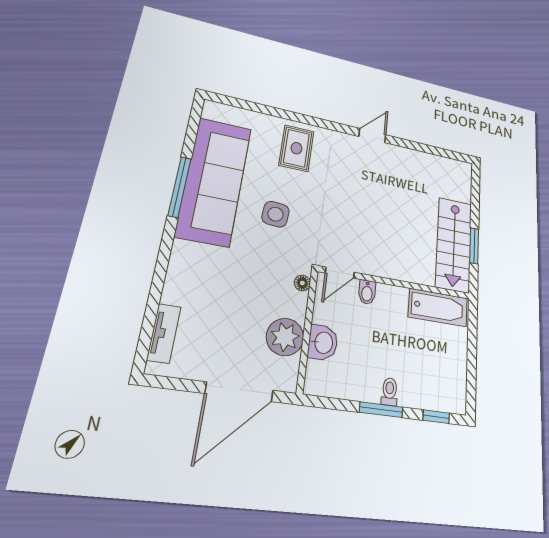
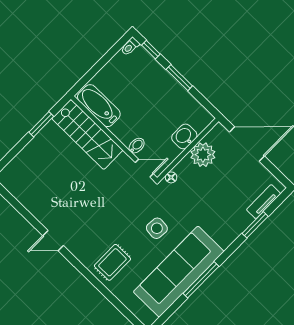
stairs: (454, 244) -> (87, 134), moved, turned 90
window: (155, 296) -> (255, 225), added
toilet: (390, 392) -> (130, 47), moved

